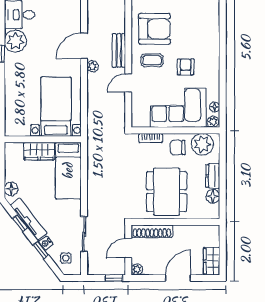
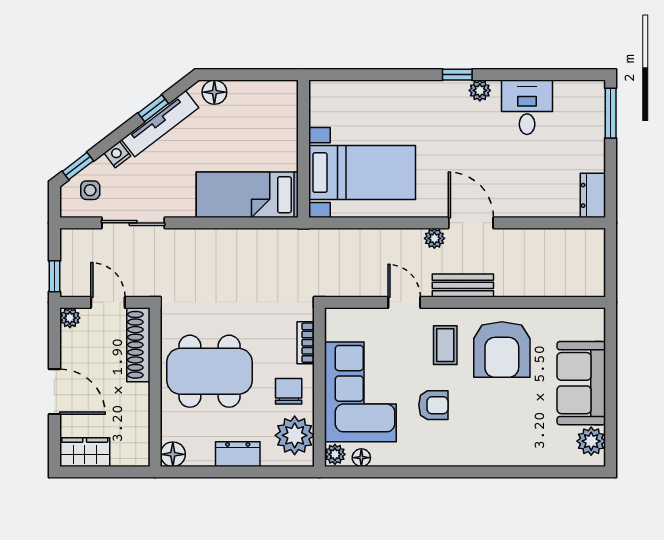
plant: (15, 41) -> (480, 90), width x0.53, depth x0.53
wardrobe: (39, 151) -> (282, 142), removed
floor lamp: (213, 196) -> (173, 454), moved
window: (41, 250) -> (78, 166), moved

